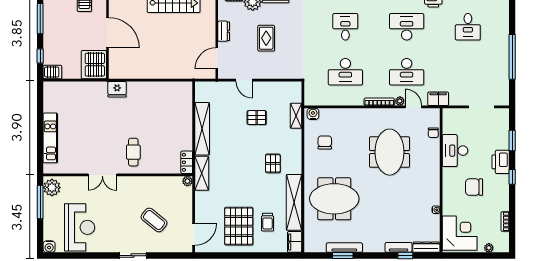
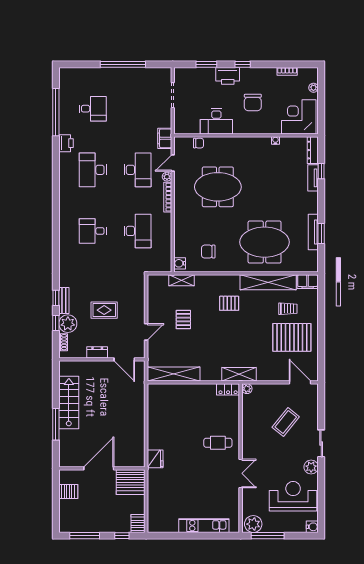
shelving: (202, 129) -> (174, 374), moved
meeting table: (334, 199) -> (265, 242), turned 90
plant: (109, 245) -> (311, 467), added

